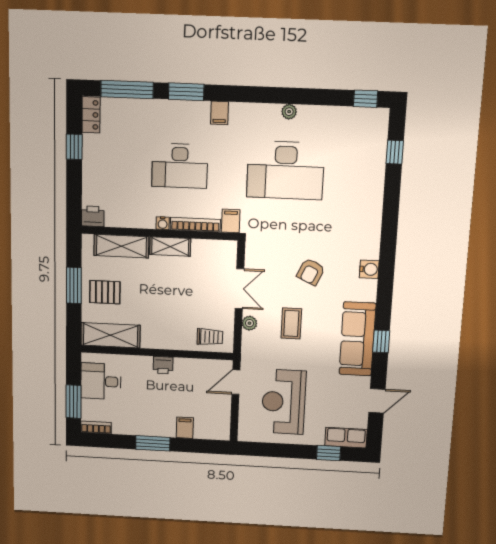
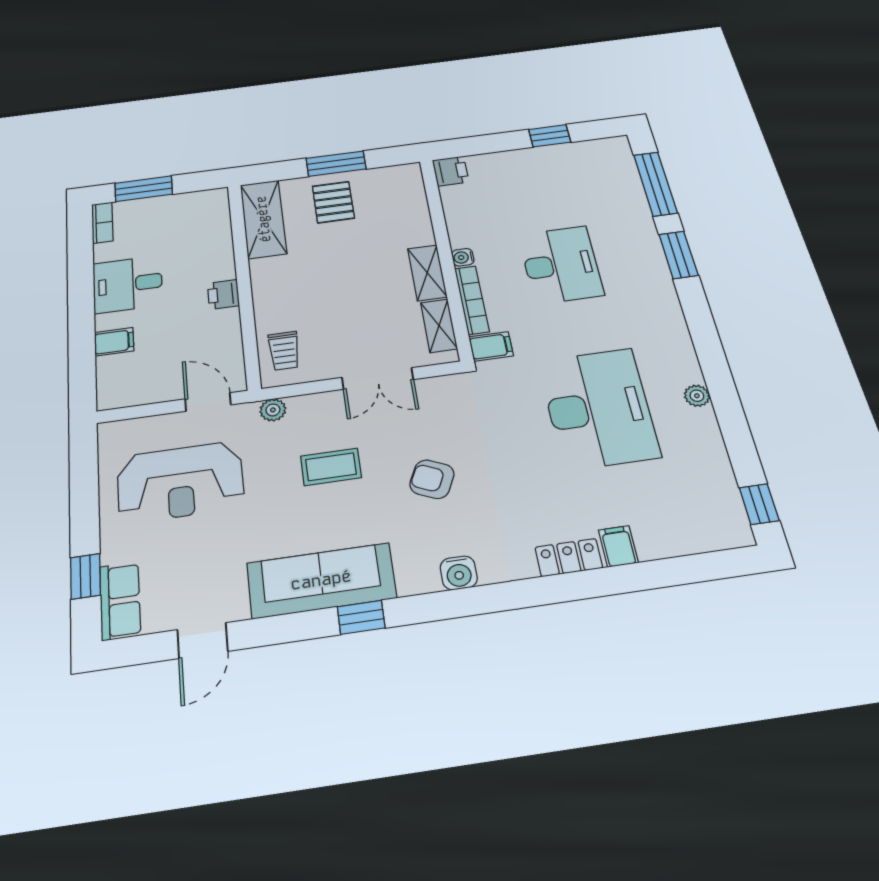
filing cabinet: (219, 113) -> (618, 546), moved, turned 90
locker: (91, 115) -> (569, 558), moved, turned 180
window: (395, 152) -> (683, 570), removed
desk: (180, 166) -> (561, 265), turned 180
desk: (285, 170) -> (598, 408), turned 180
shelving: (121, 246) -> (439, 326), moved, width x0.67, depth x0.75
plant: (249, 323) -> (273, 410), moved
window: (381, 341) -> (361, 617), moved
desk: (101, 381) -> (128, 284), moved, turned -90
door: (377, 401) -> (202, 641), hinge flipped
reception desk: (284, 402) -> (180, 482), turned 180
window: (153, 443) -> (81, 302), removed

